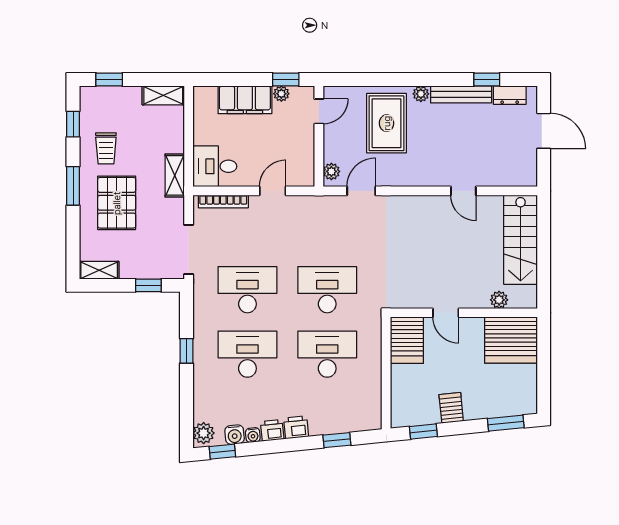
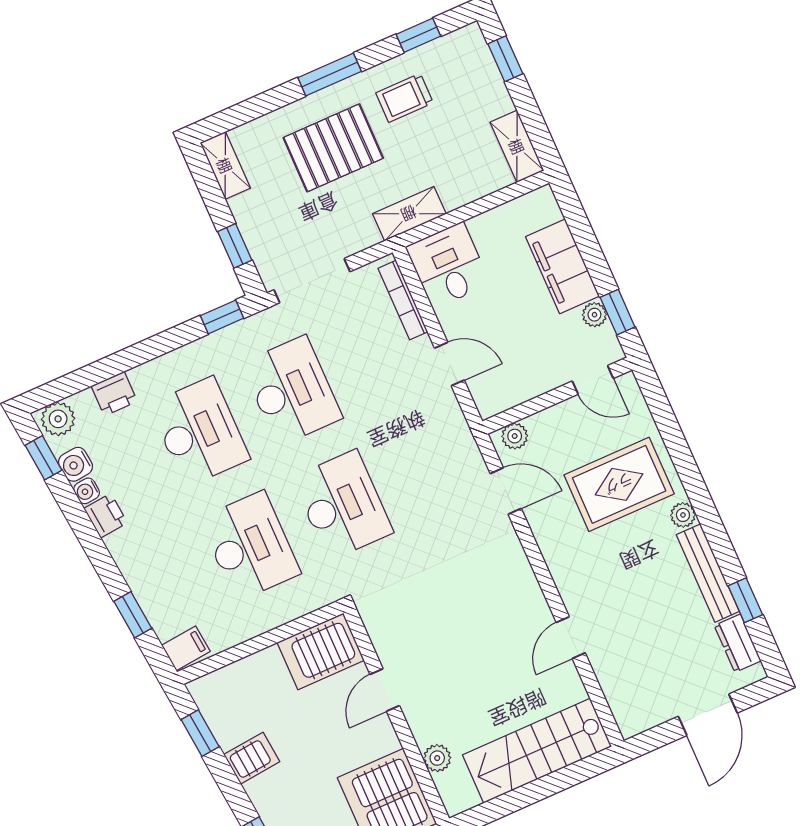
window: (186, 351) -> (222, 317), moved
filing cabinet: (370, 418) -> (186, 648), added
printer: (296, 427) -> (114, 394), moved, turned 96

